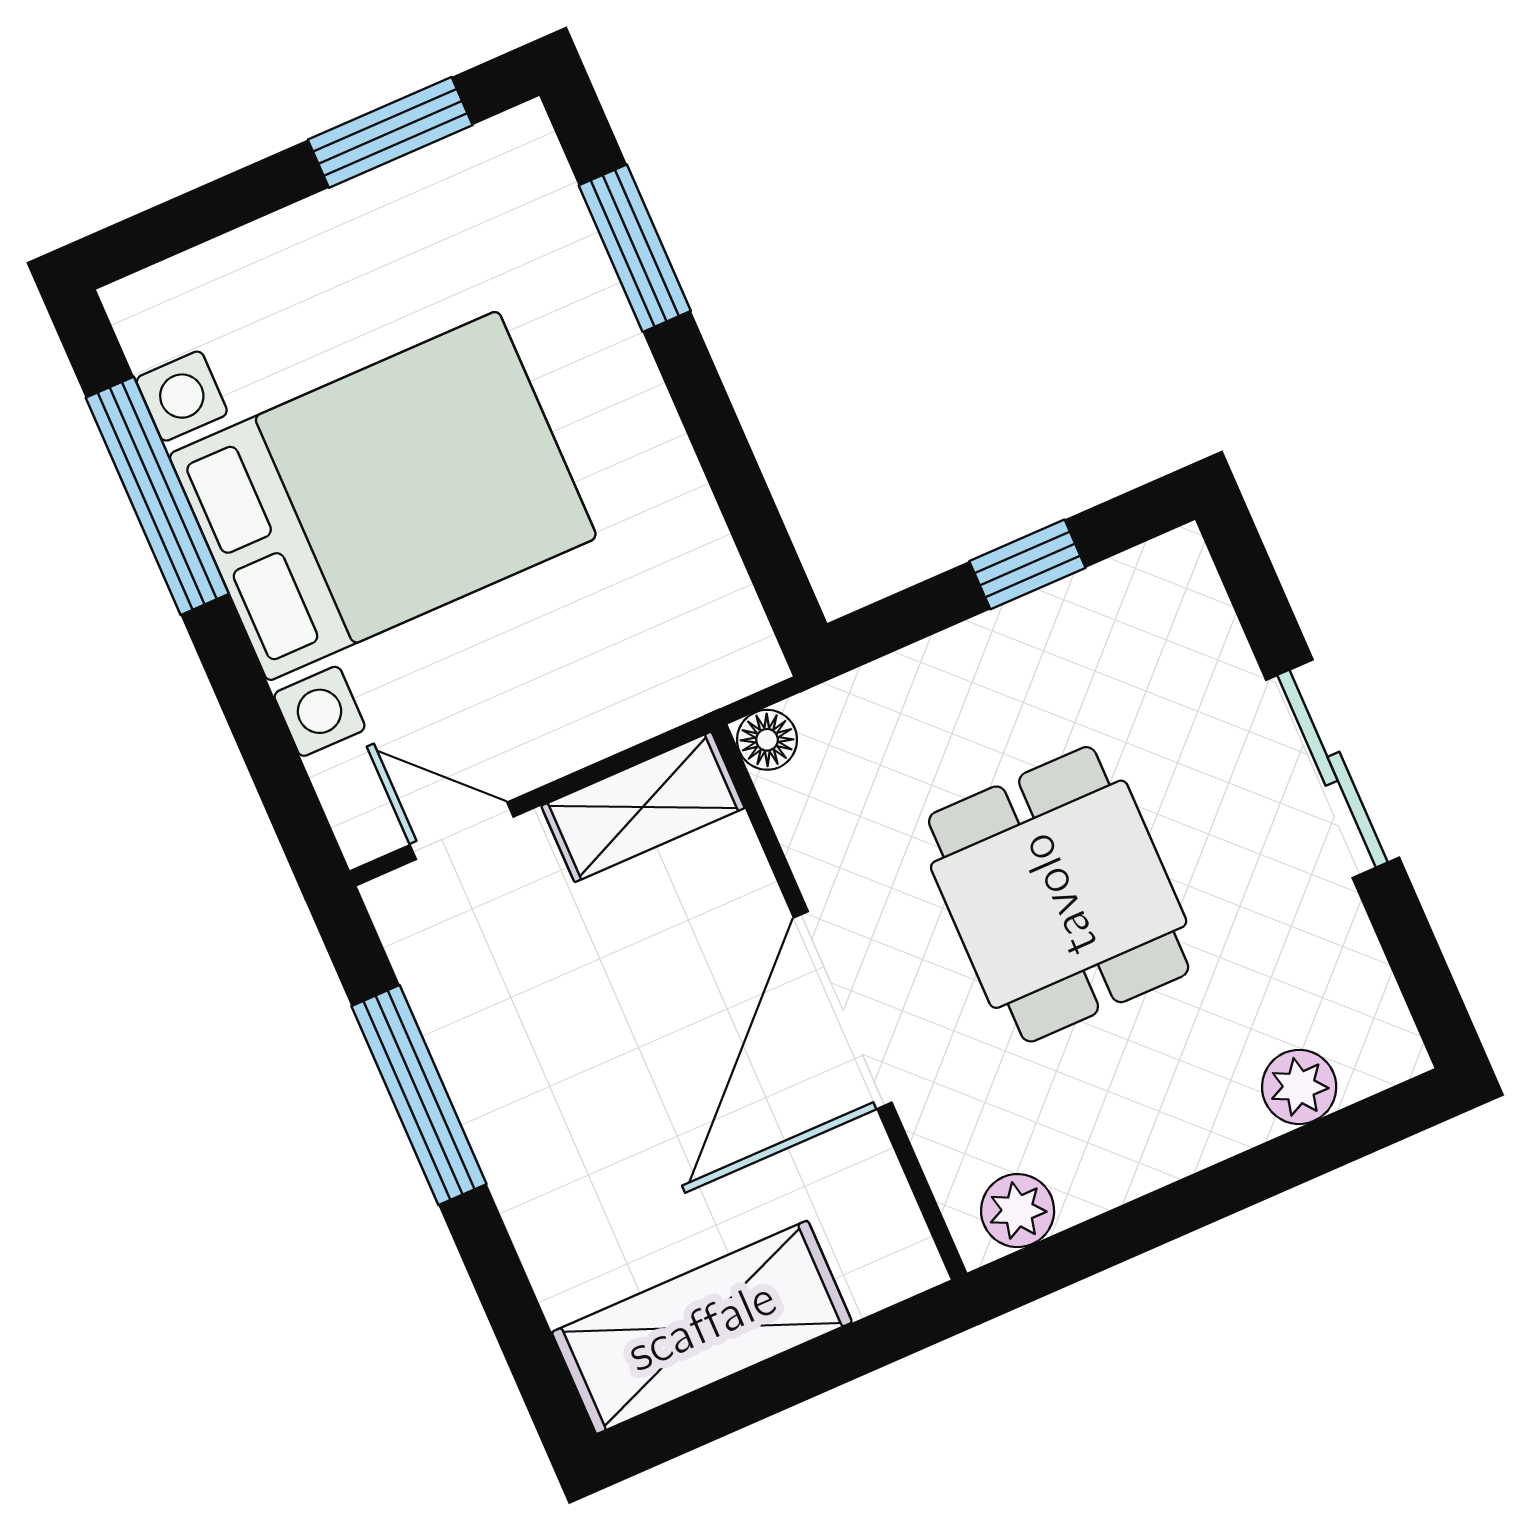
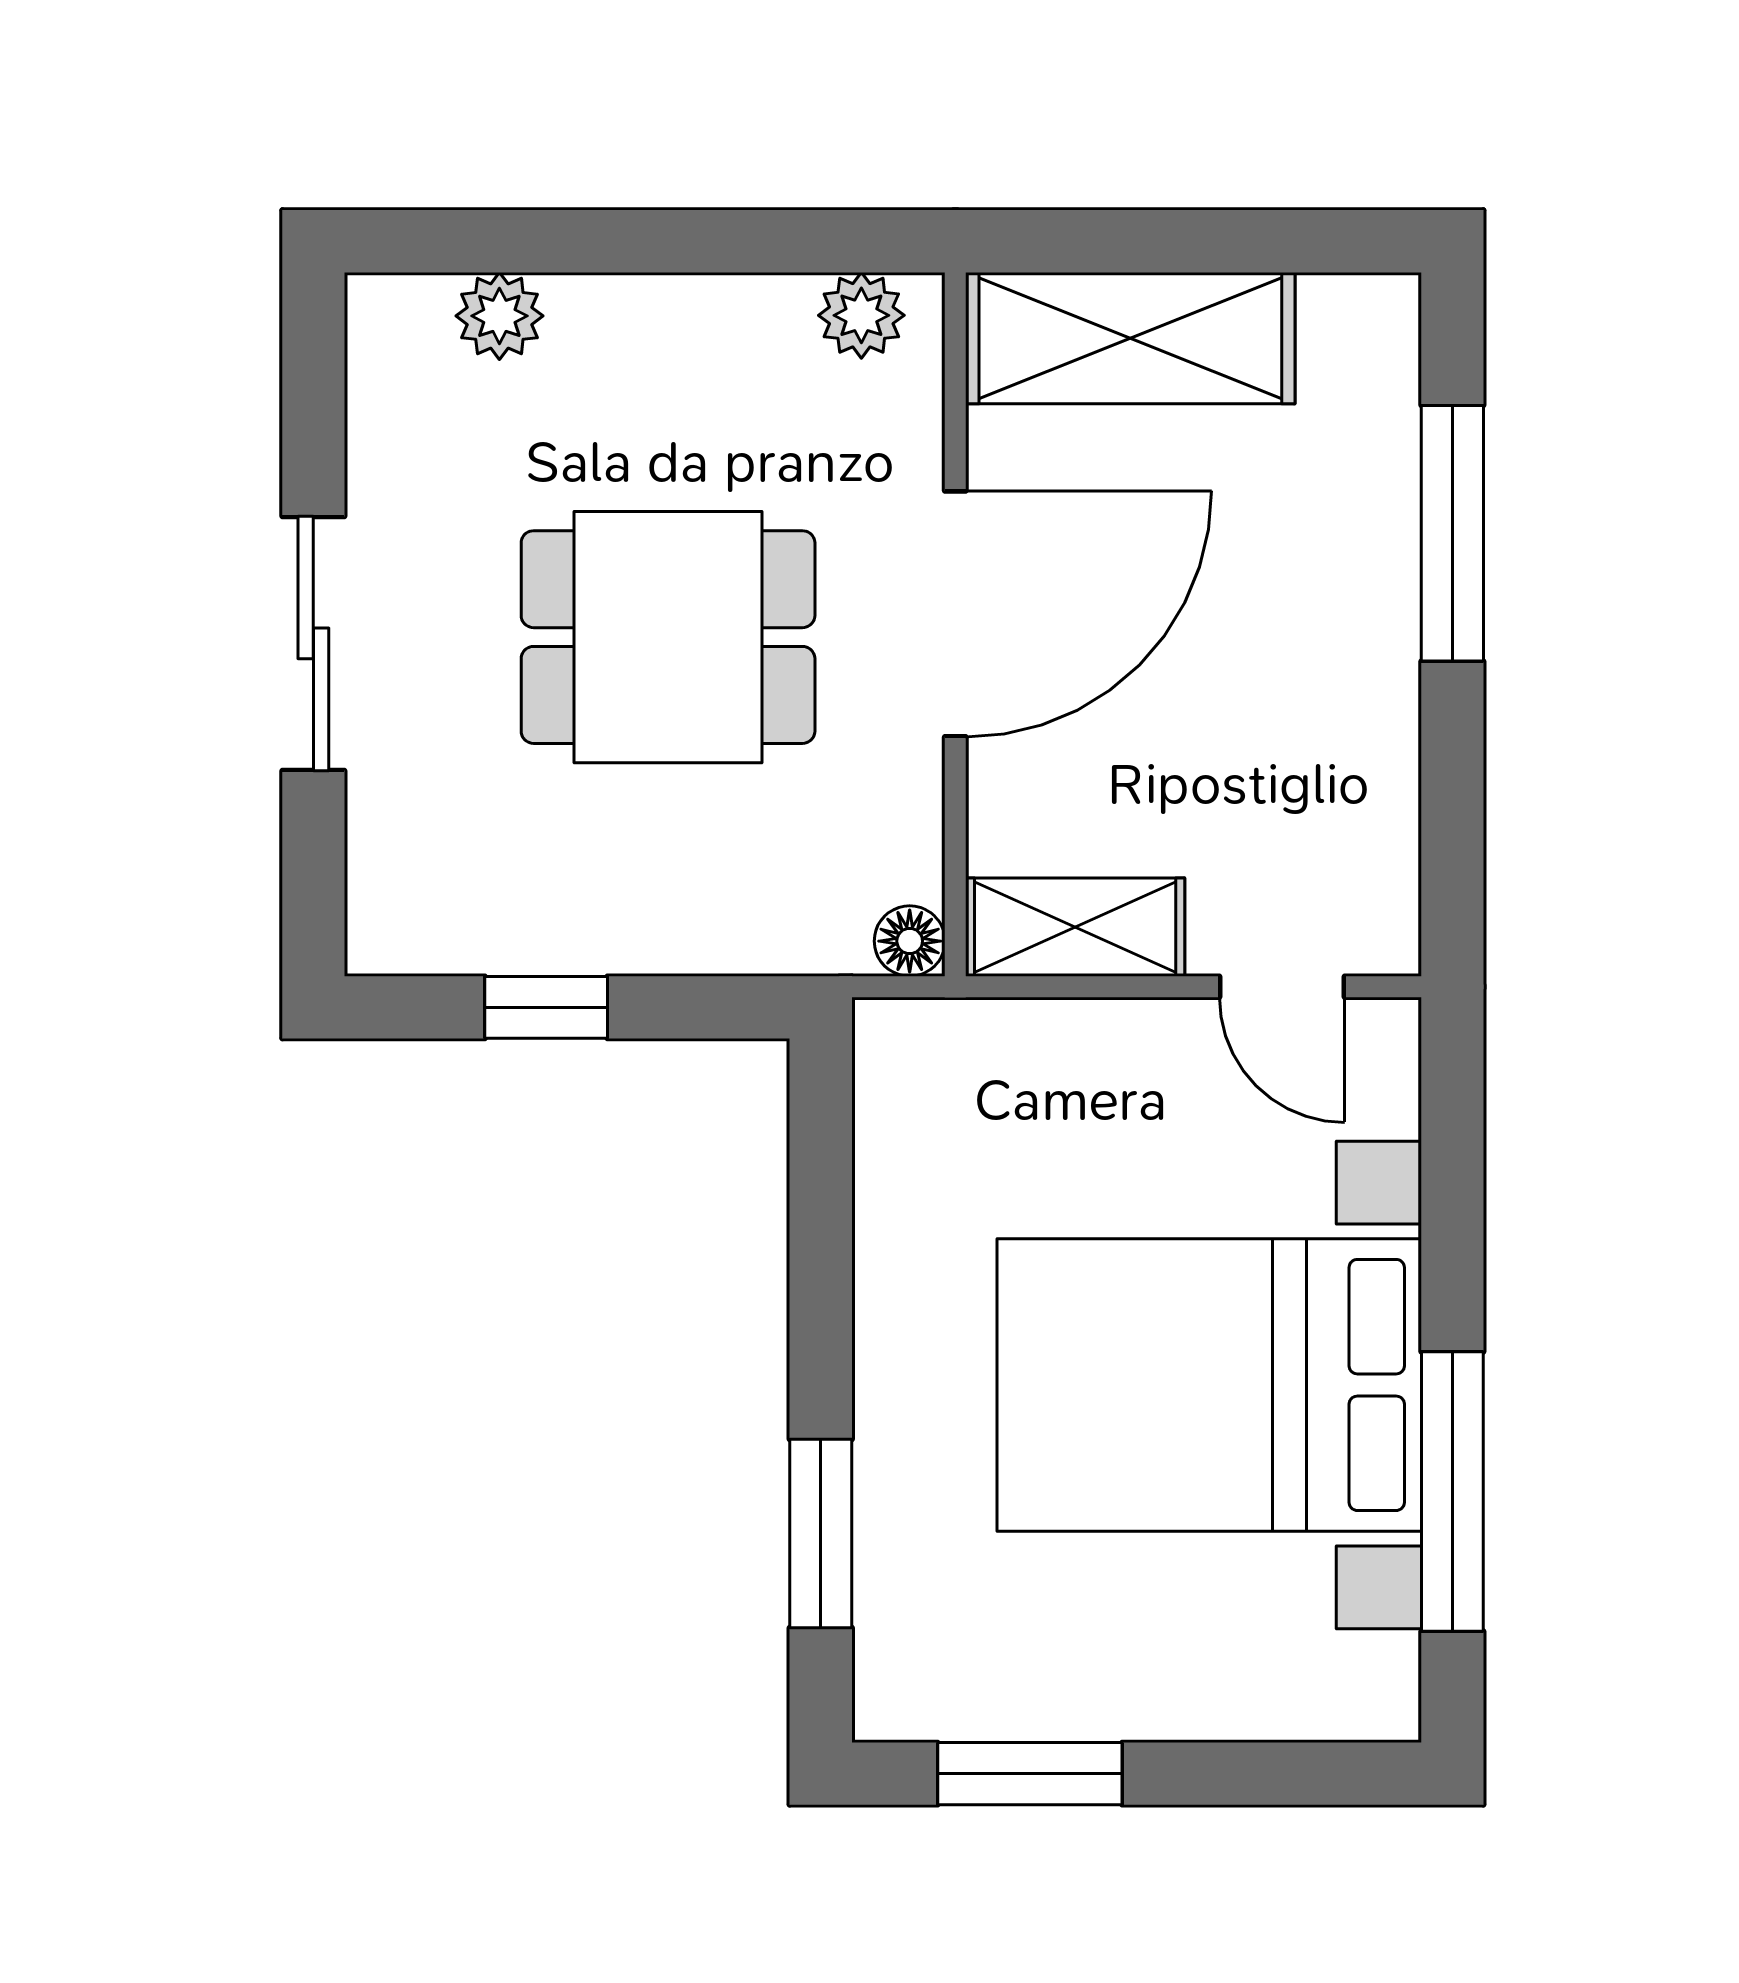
dining table: (1059, 894) -> (668, 637), turned 90
window: (419, 1095) -> (1452, 533), moved
shelving: (702, 1327) -> (1130, 338), moved

